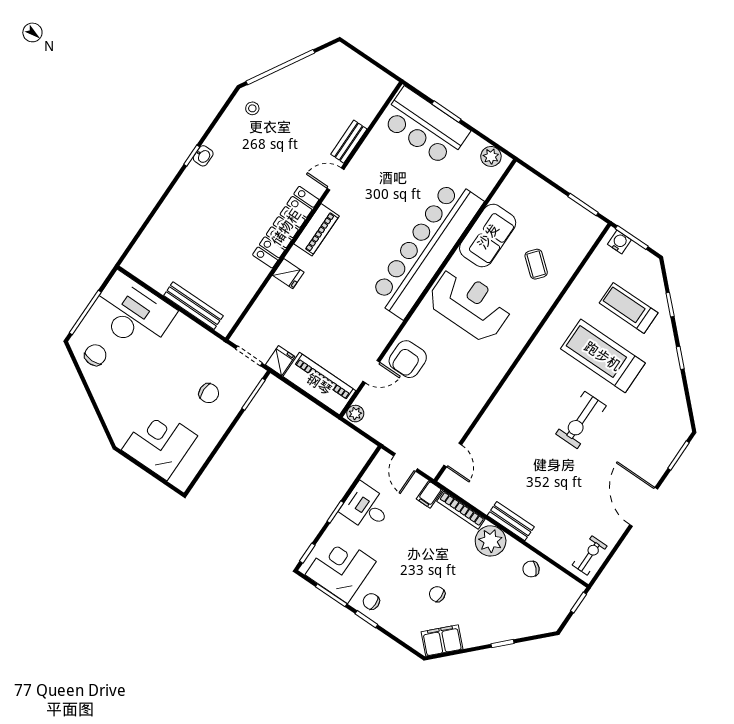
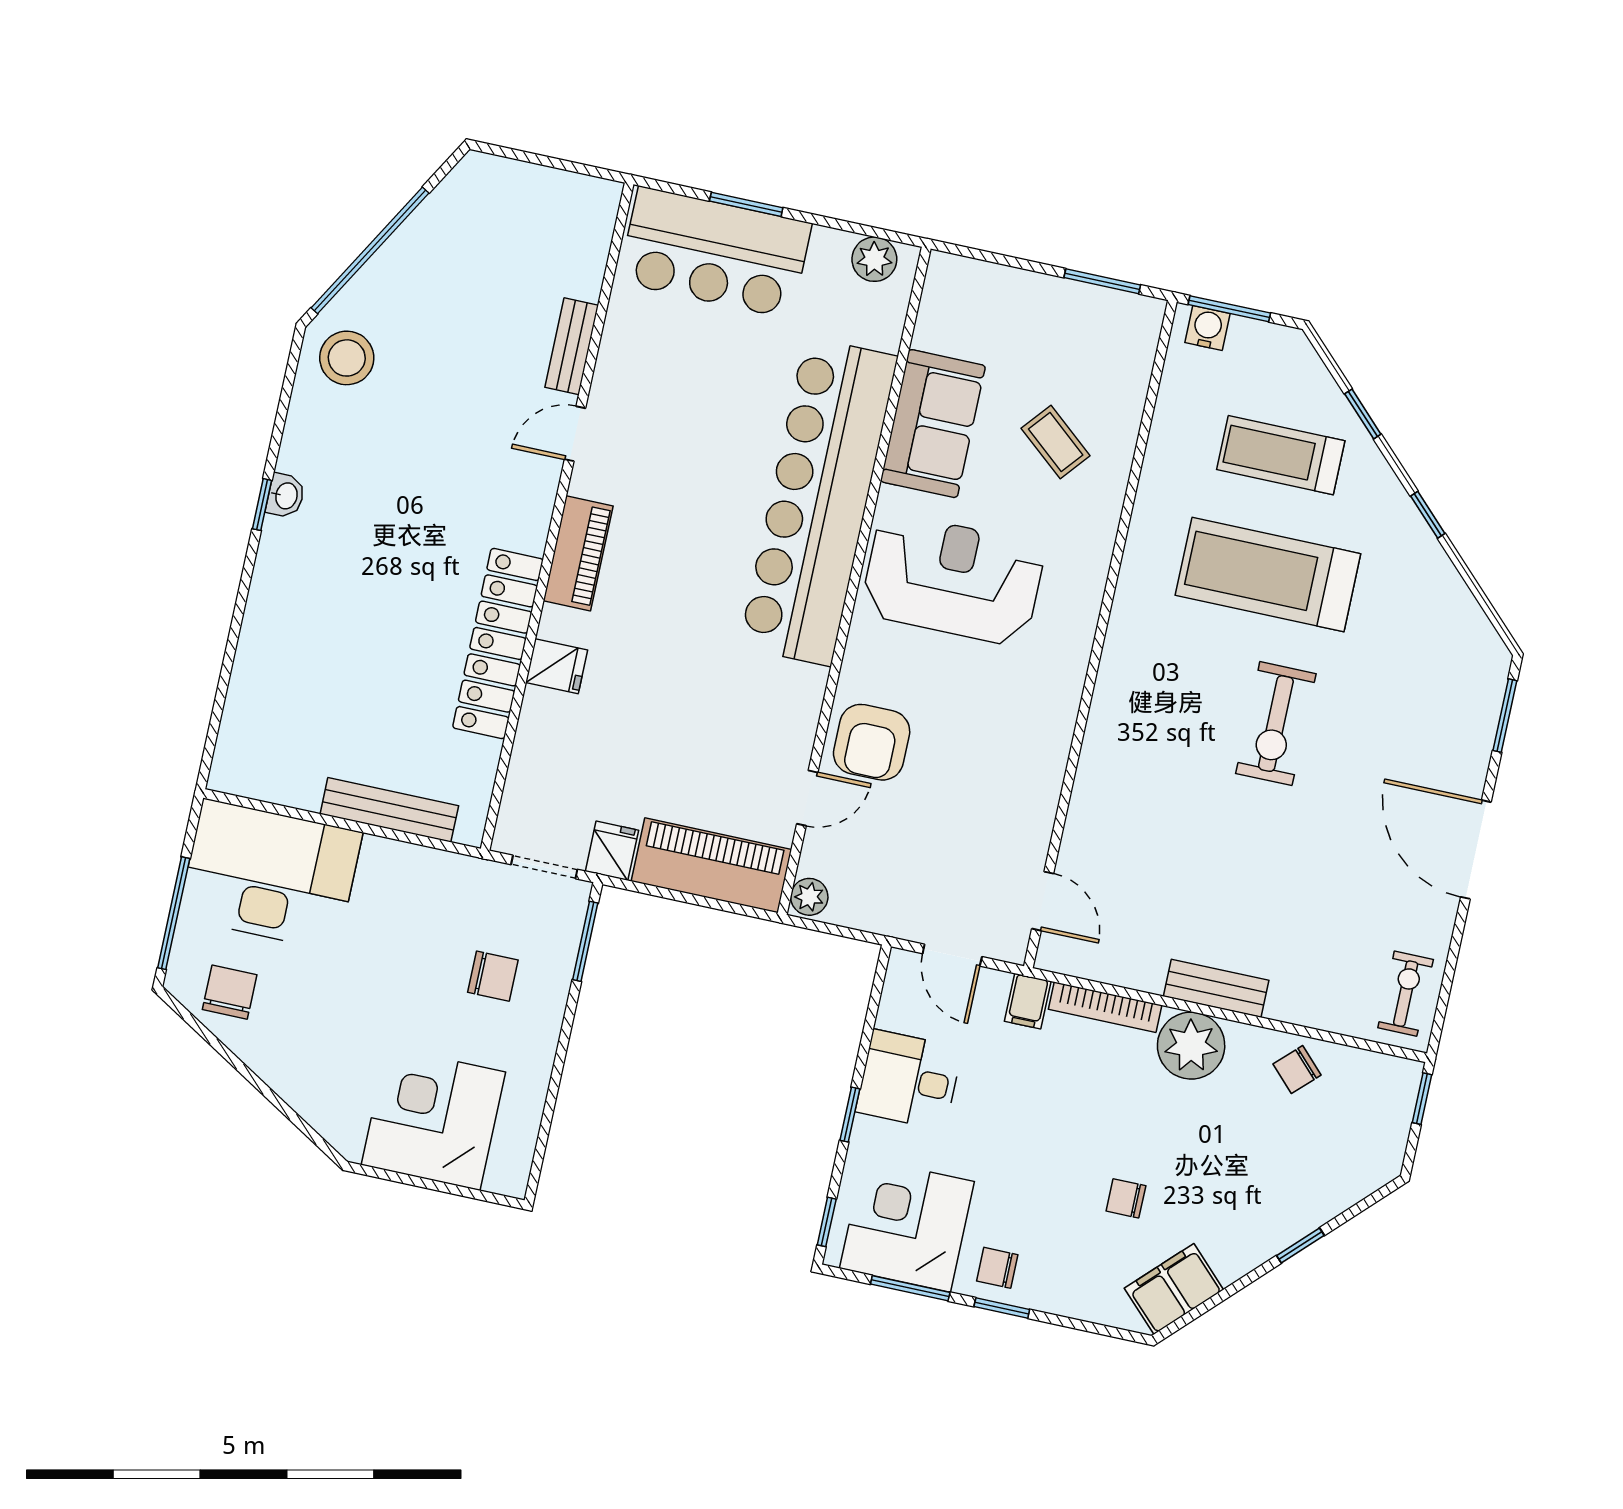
stool: (252, 108) -> (347, 358), width x1.89, depth x1.89
locker: (286, 227) -> (498, 644), moved

